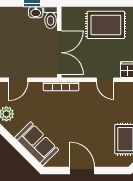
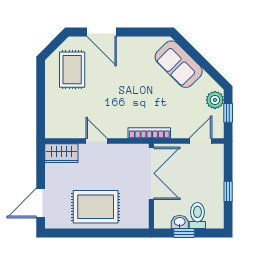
toilet: (51, 18) -> (197, 216), moved
double door: (59, 53) -> (151, 173), swing flipped
door: (82, 171) -> (102, 32), moved

